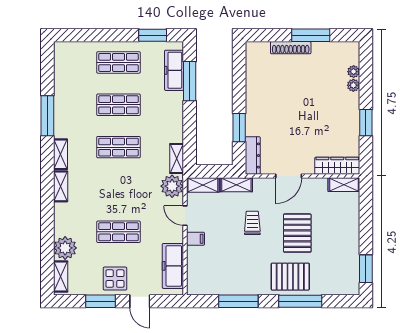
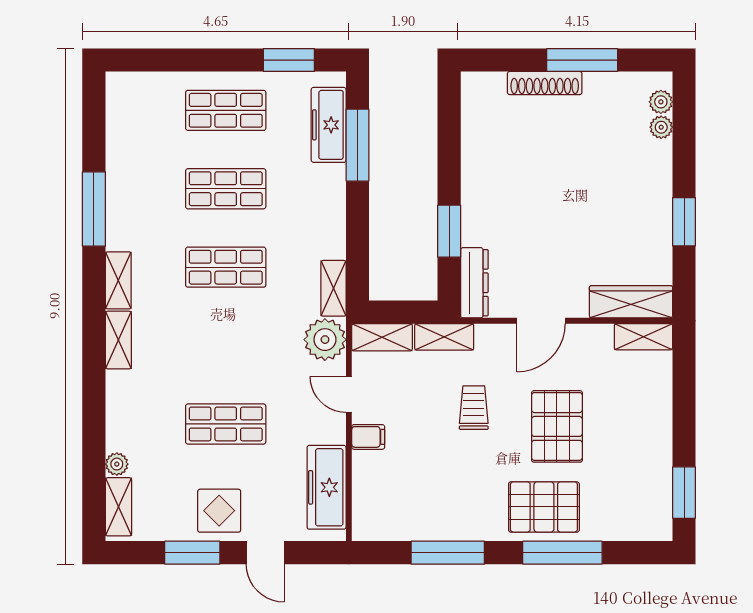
plant: (353, 85) -> (661, 102), moved
plant: (65, 248) -> (117, 464), width x0.53, depth x0.53

